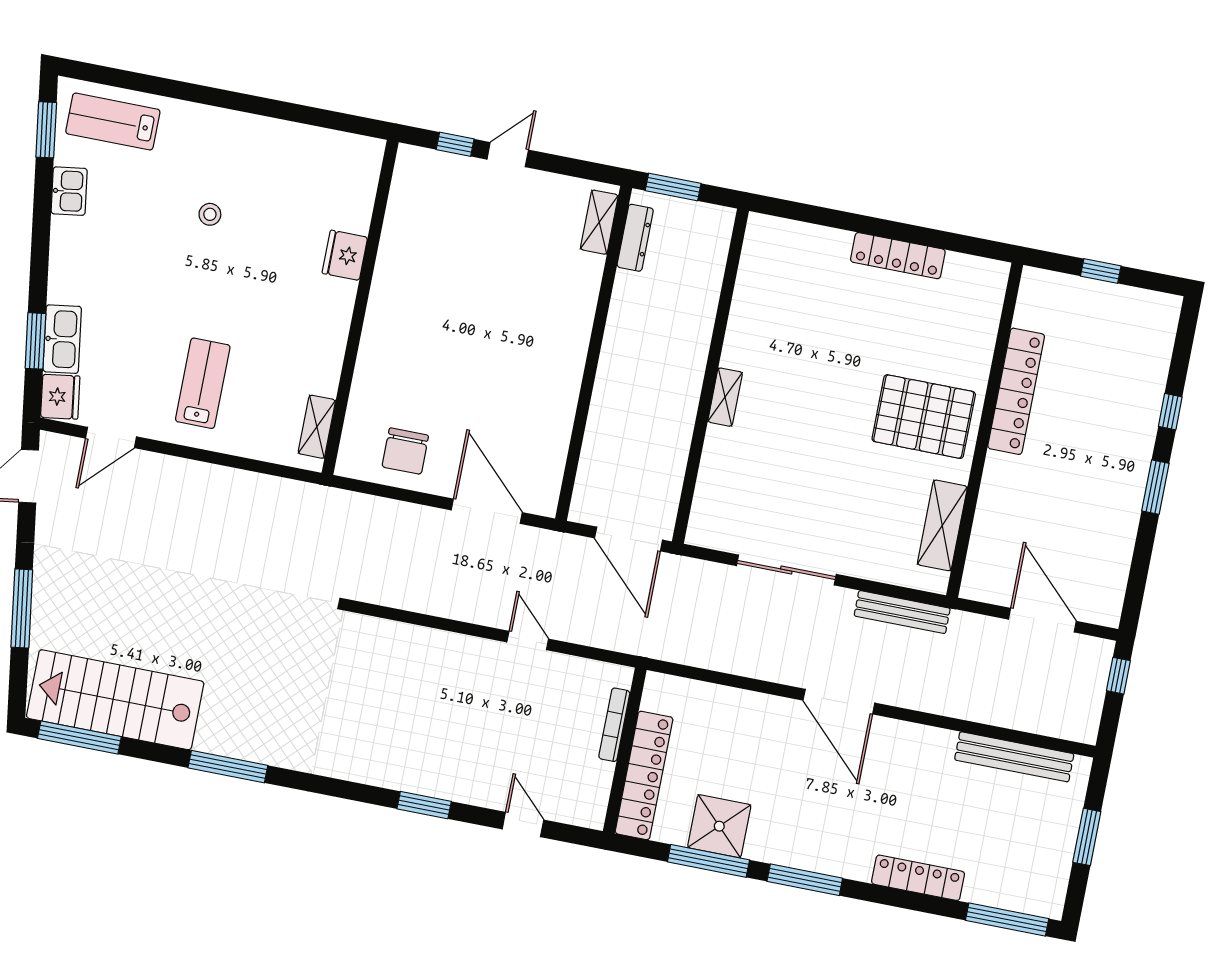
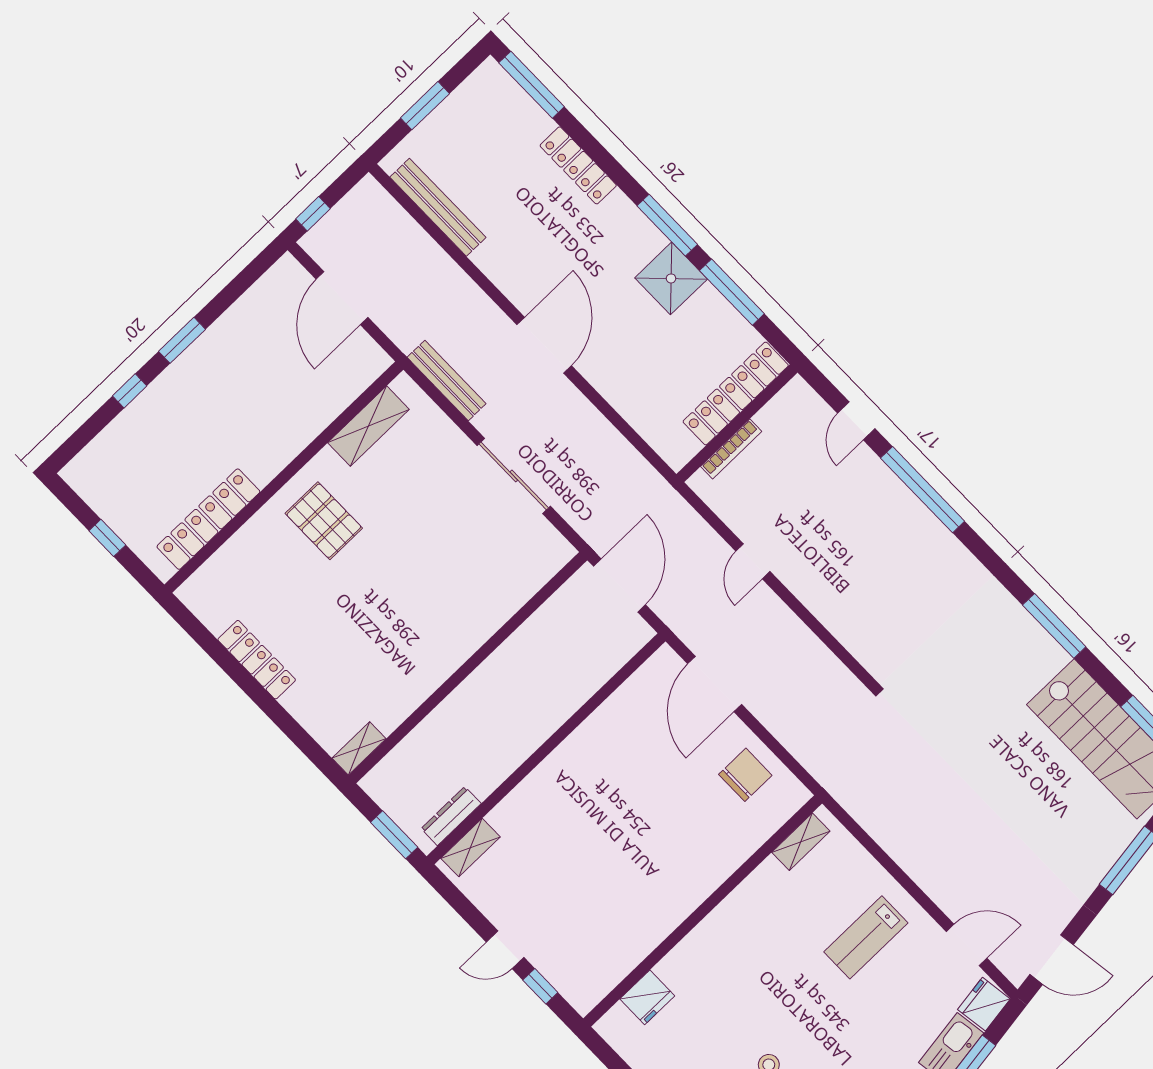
fridge: (345, 255) -> (647, 997), moved
locker: (1016, 391) -> (208, 519), moved
shelving: (725, 397) -> (359, 748), moved
pallet: (924, 417) -> (324, 521), width x0.73, depth x0.71
window: (424, 805) -> (923, 490), width x2.11
shower: (719, 826) -> (671, 278), moved

